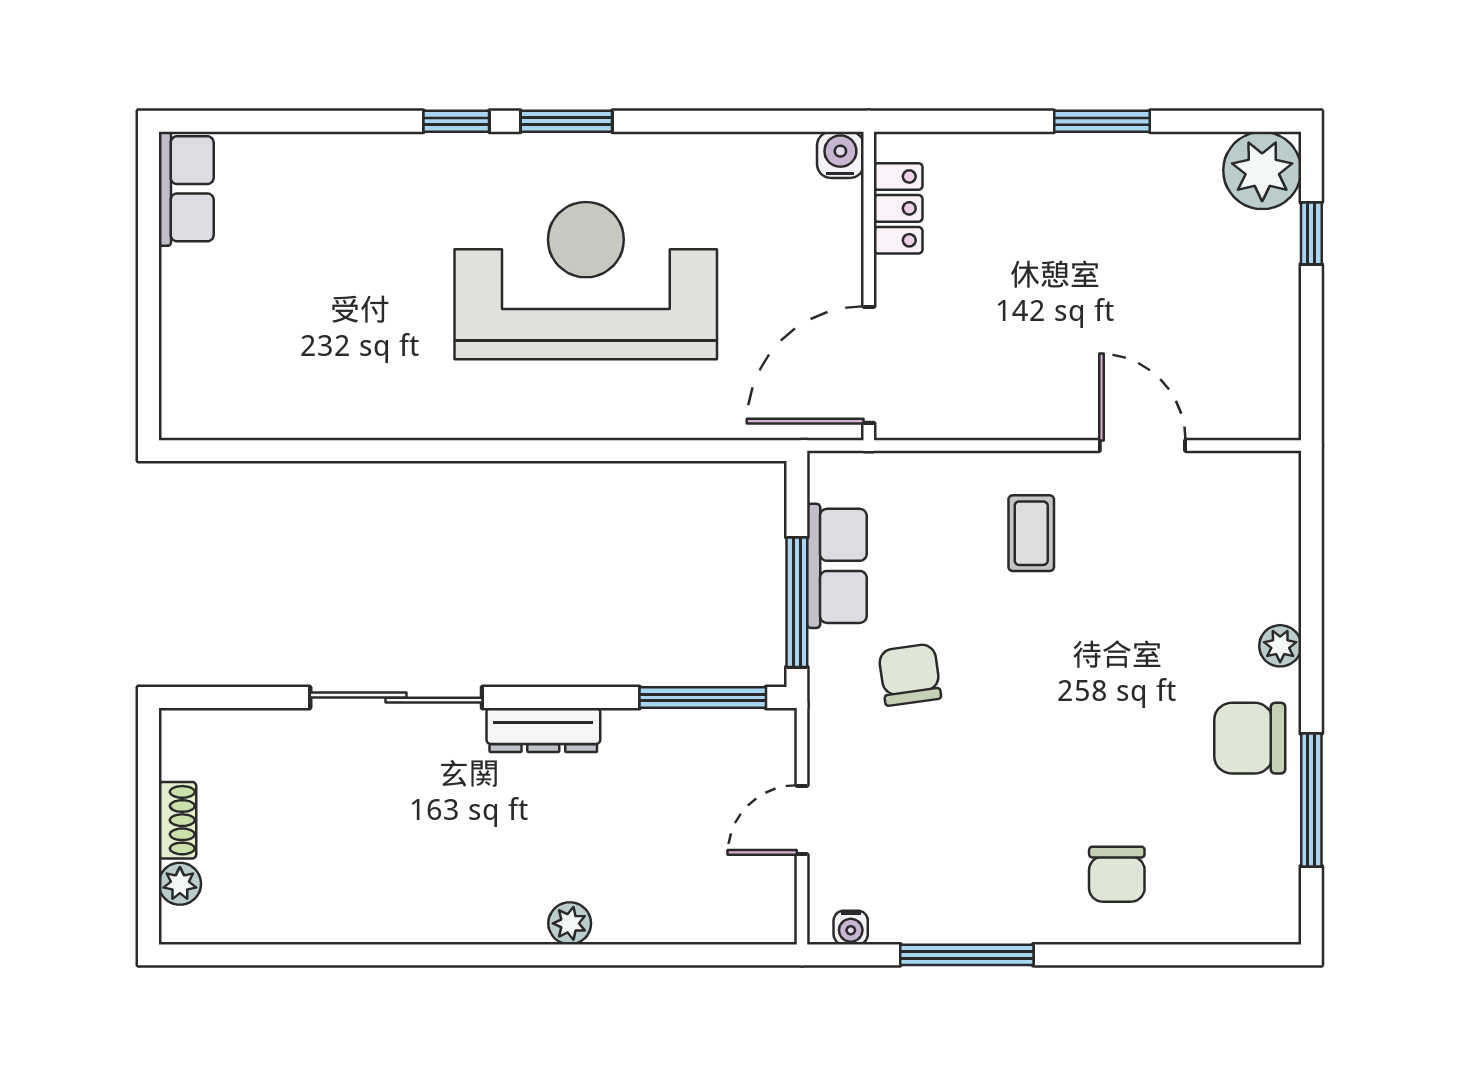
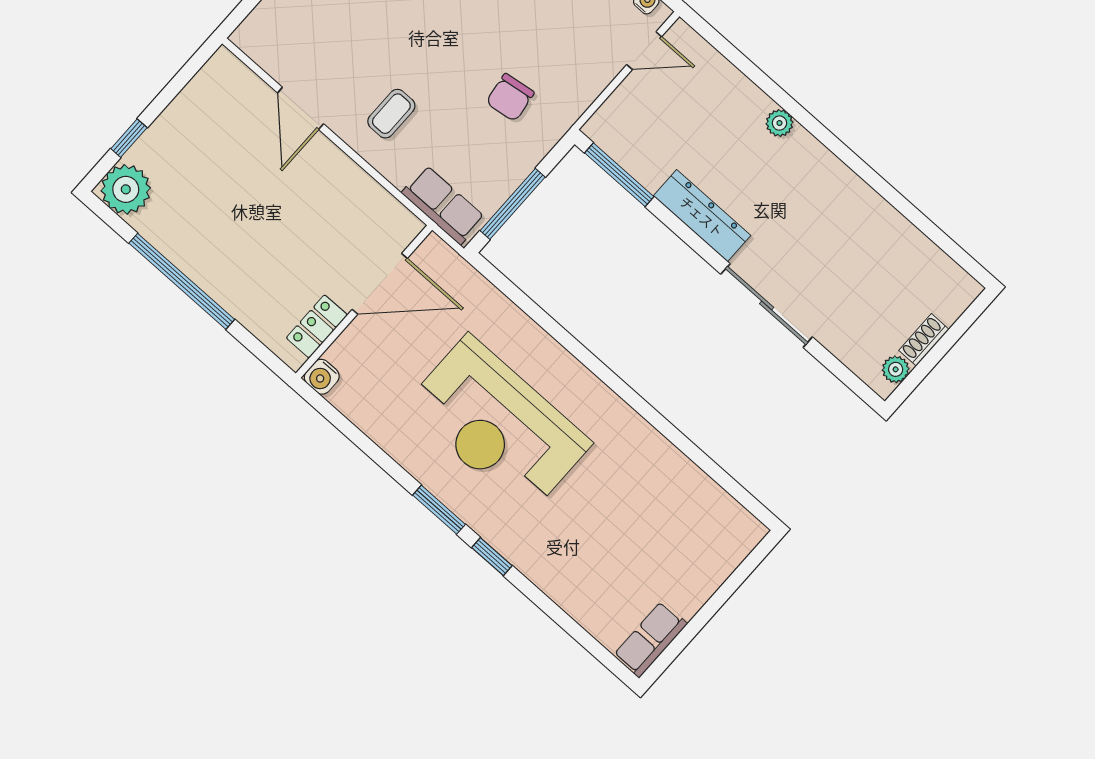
window: (1102, 121) -> (182, 281), width x2.11
door: (869, 365) -> (380, 284), moved
row of seats: (837, 566) -> (443, 205), moved, turned 90
window: (797, 602) -> (513, 204), moved
dresser: (543, 730) -> (702, 216), width x1.37, depth x1.24
door: (802, 820) -> (644, 51), moved
plant: (180, 884) -> (896, 369), moved

